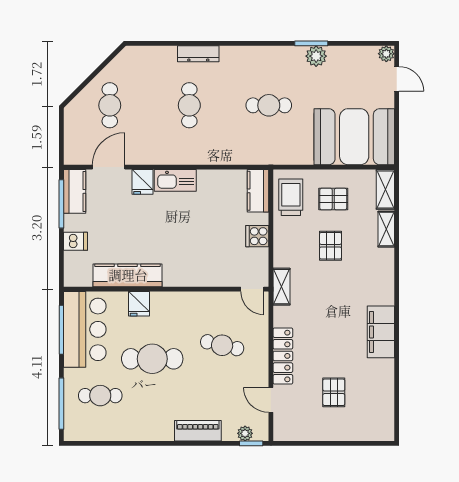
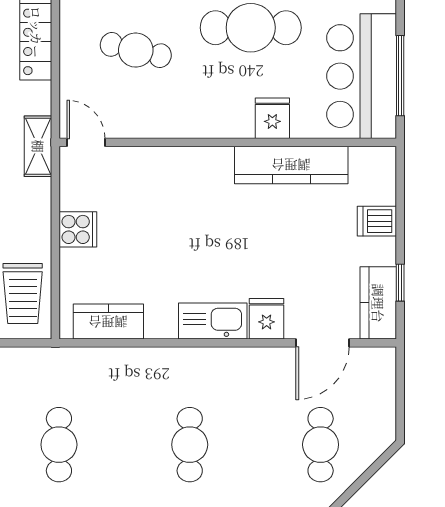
cafe table: (269, 105) -> (59, 445), turned 90
kitchen counter: (258, 191) -> (108, 322), moved, turned -90
window: (61, 204) -> (400, 283), width x0.46

